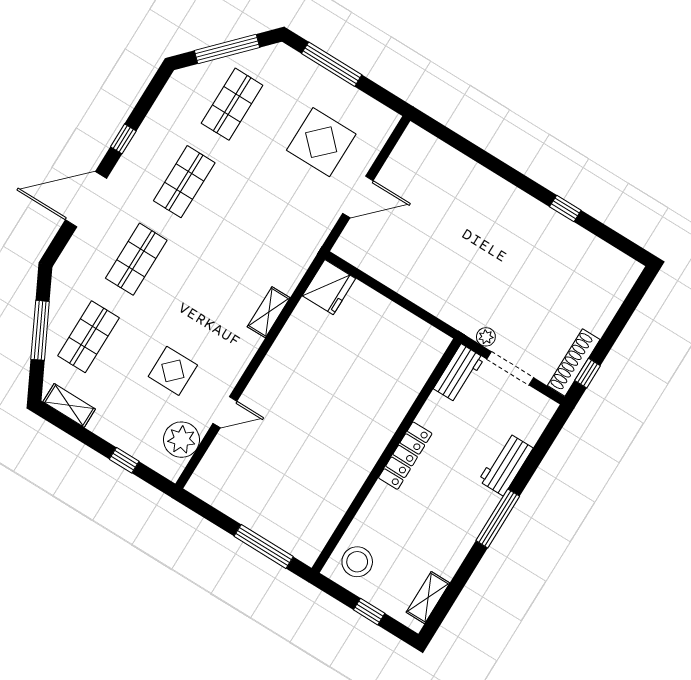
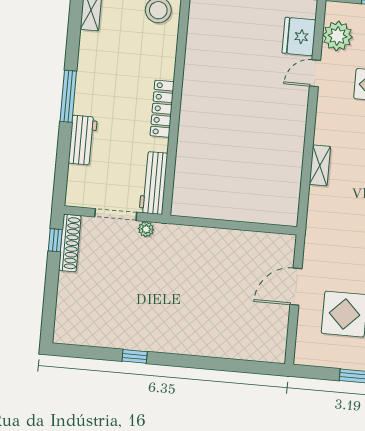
fridge: (329, 287) -> (299, 36), moved
workbench: (459, 373) -> (153, 183), width x1.38

